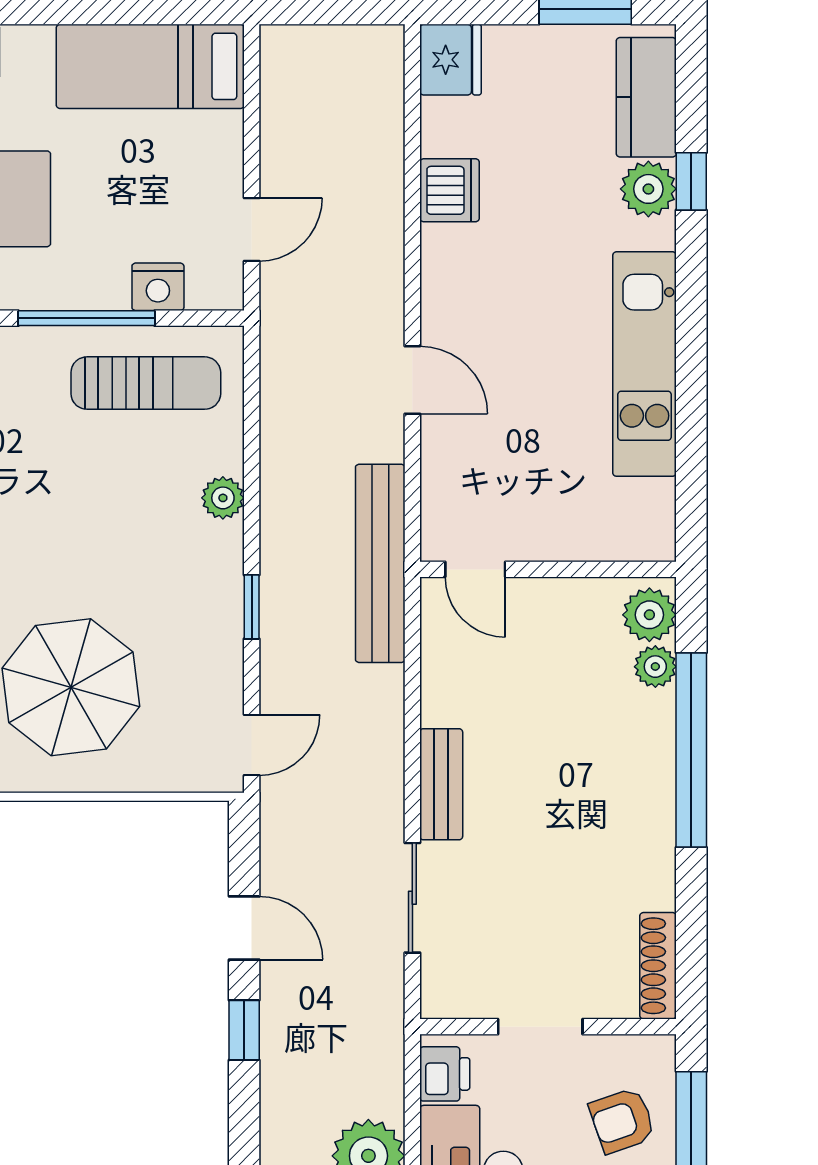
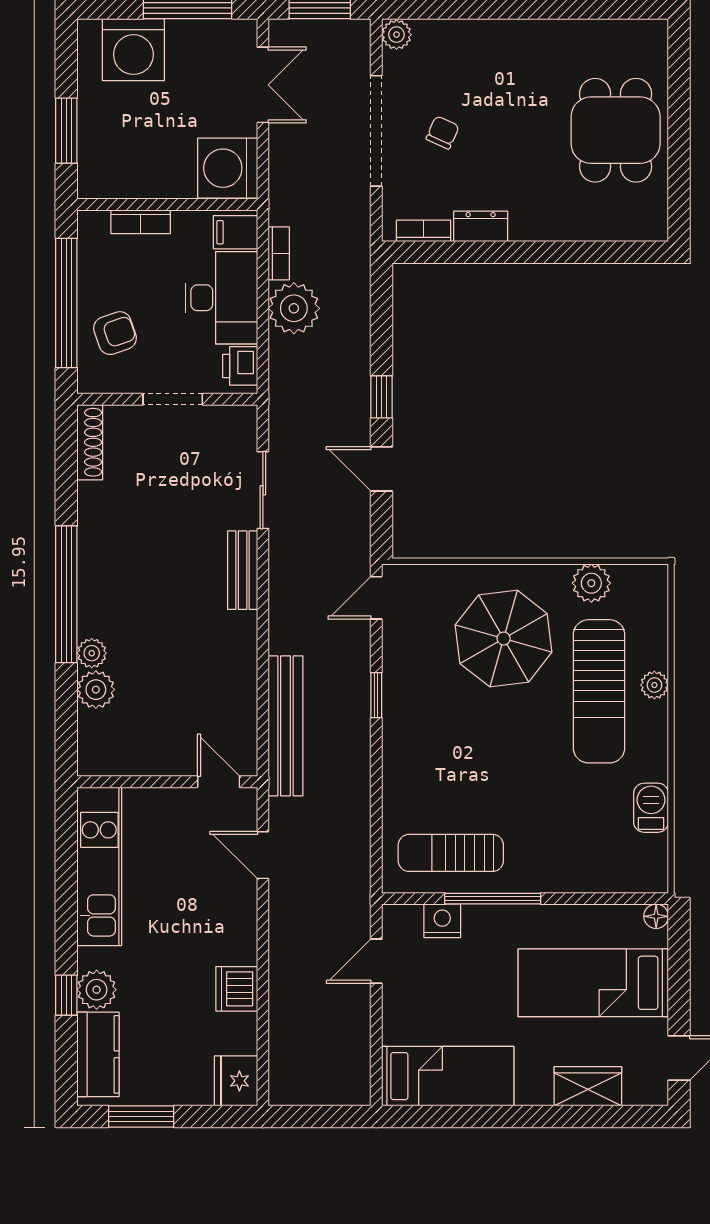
plant: (223, 498) -> (396, 772), removed
door: (475, 569) -> (219, 782), moved
wall: (548, 569) -> (167, 782), moved

